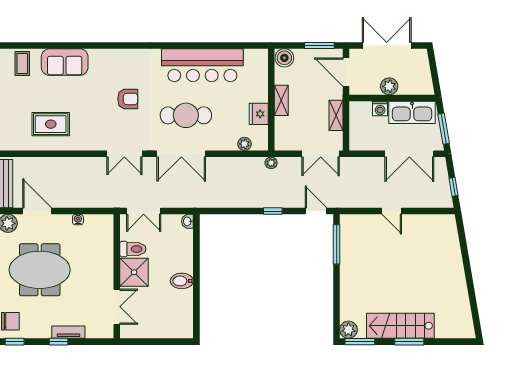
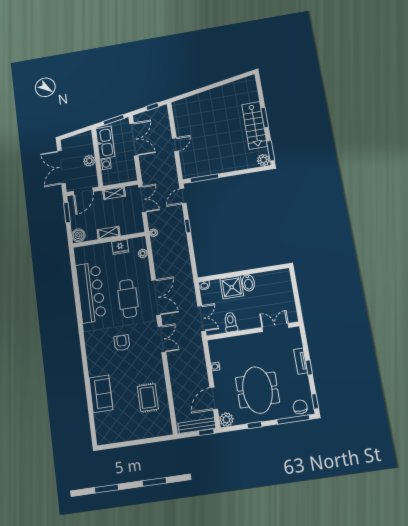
coffee table: (22, 64) -> (106, 426), removed
shower: (134, 272) -> (232, 287), moved

